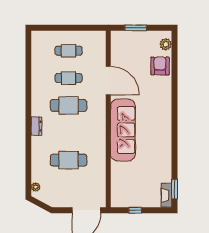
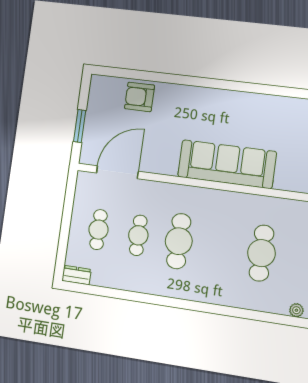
plant: (166, 44) -> (110, 85), removed
door: (108, 80) -> (117, 172), moved
dresser: (36, 126) -> (77, 275), moved

